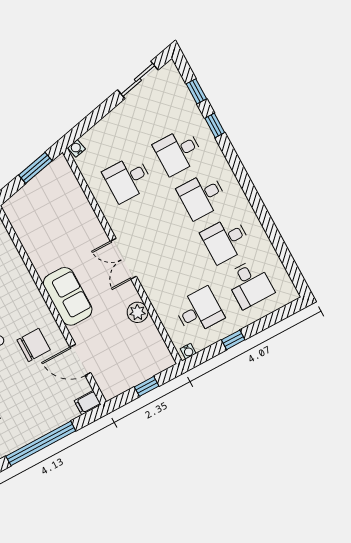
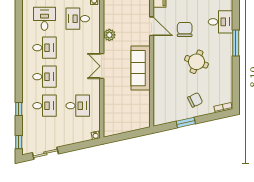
window: (196, 91) -> (19, 142), moved
window: (35, 168) -> (122, 137), removed
double door: (123, 259) -> (102, 66), swing flipped
sofa: (68, 296) -> (141, 68), width x1.36
chair: (34, 345) -> (185, 30), moved, turned 90

